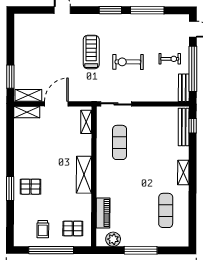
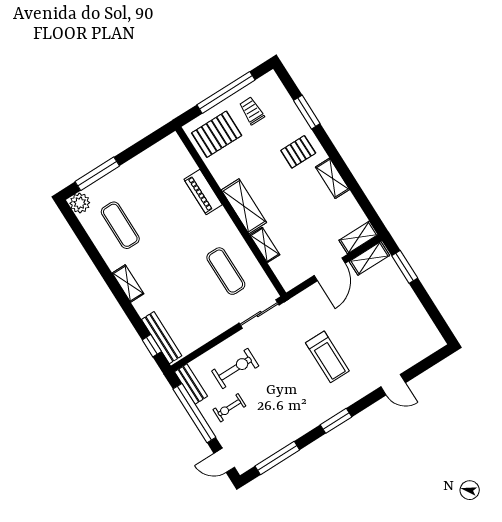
window: (147, 10) -> (277, 458), moved
exercise bike: (128, 62) -> (235, 368), moved
shelving: (86, 122) -> (265, 245), moved
shelving: (20, 158) -> (332, 178), added
window: (10, 189) -> (307, 112), moved
piano: (103, 213) -> (203, 192), moved
pallet: (73, 228) -> (217, 134), width x1.50, depth x1.42
plant: (113, 239) -> (80, 203), moved
window: (141, 250) -> (97, 174), moved

